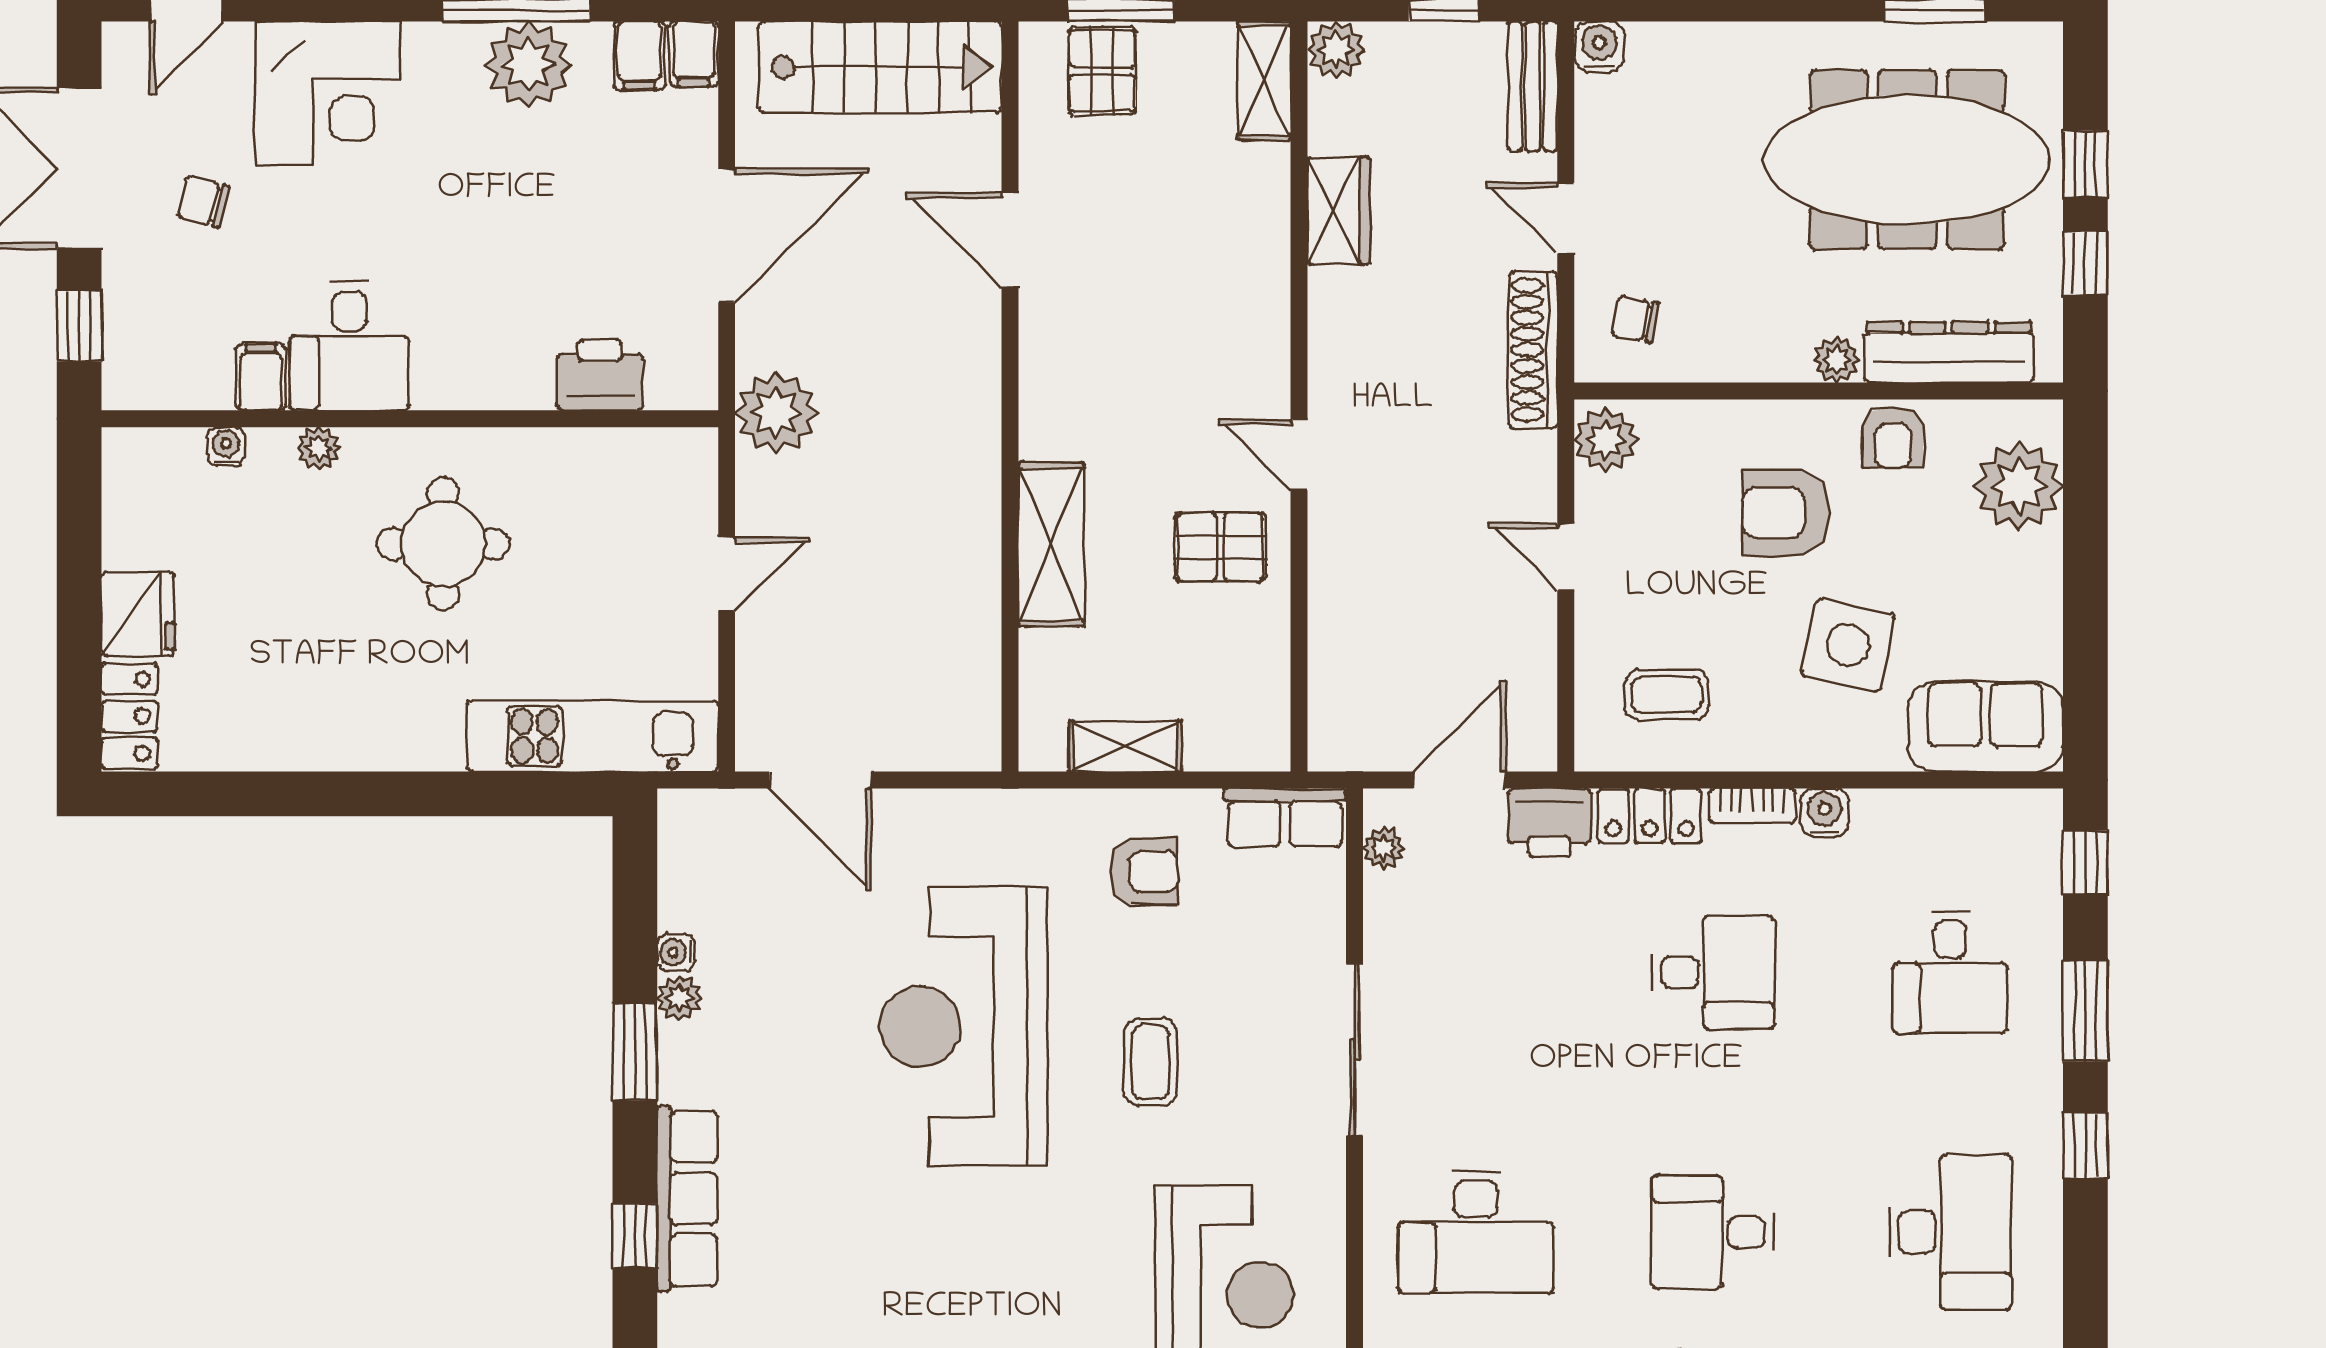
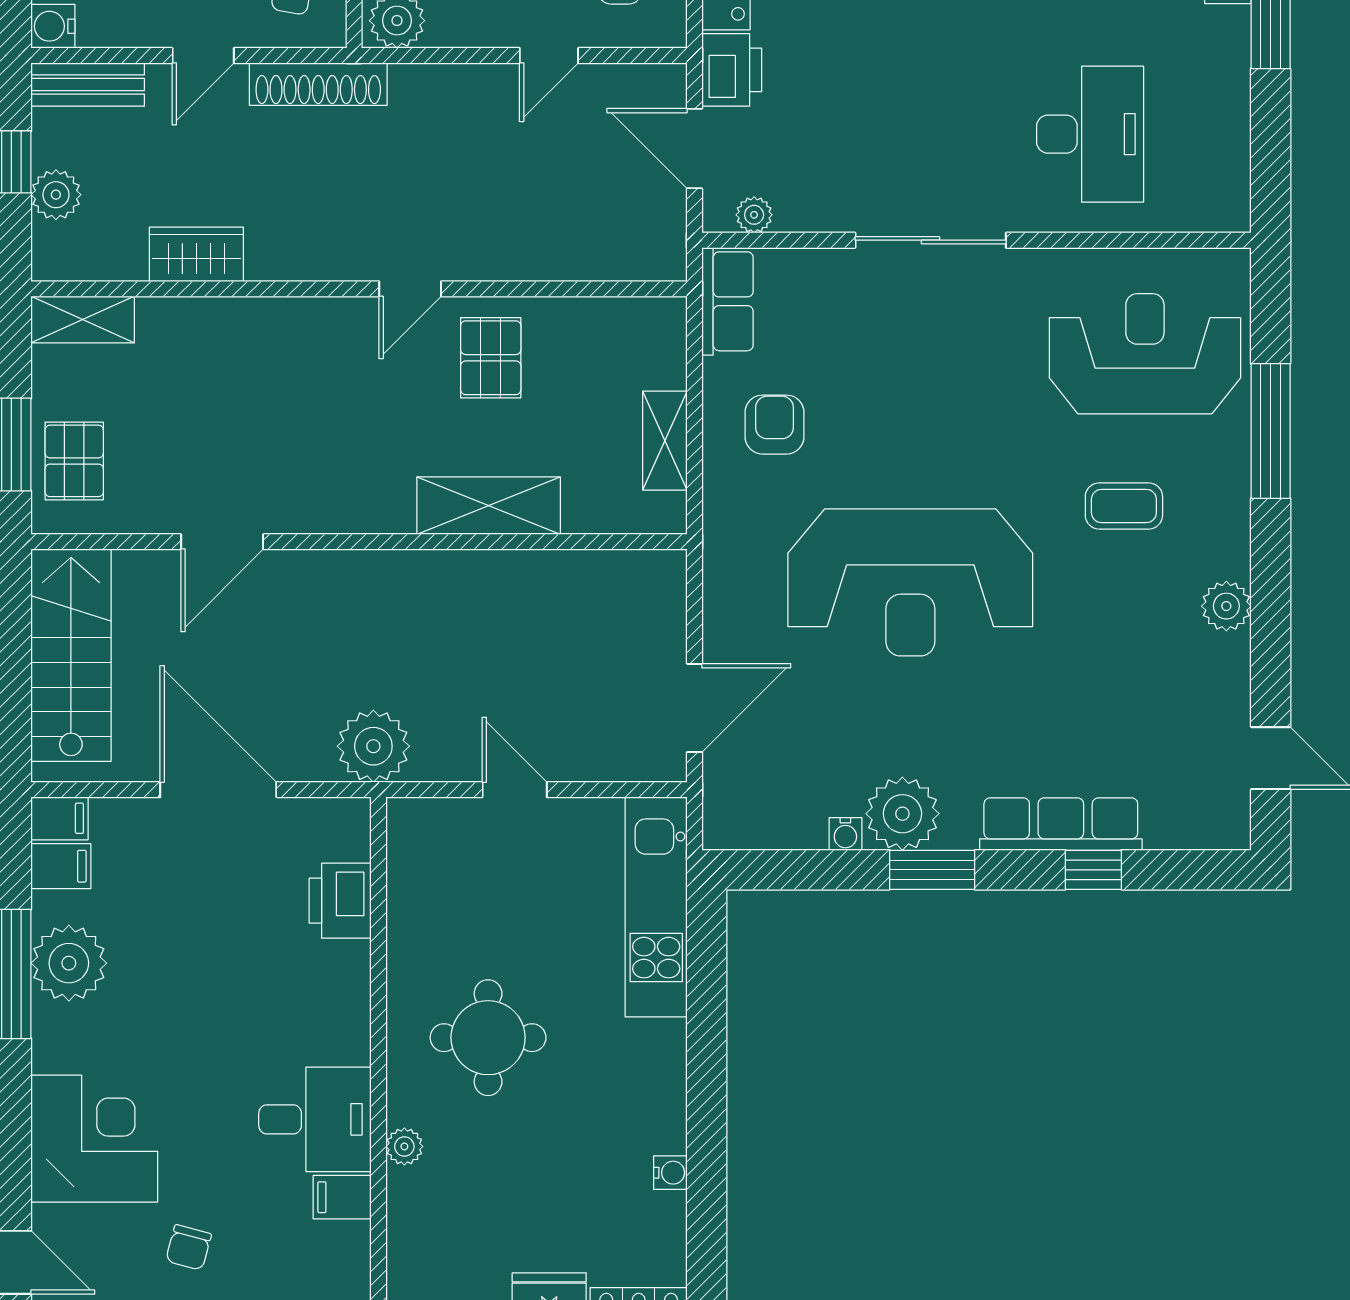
plant: (1336, 50) -> (56, 195), moved
pallet: (1102, 71) -> (74, 461), turned 90
water cooler: (226, 446) -> (670, 1173), moved, turned 180
door: (1566, 557) -> (549, 55), moved
plant: (680, 998) -> (902, 814), width x1.87, depth x1.87
coffee table: (1151, 1062) -> (1124, 506), moved

